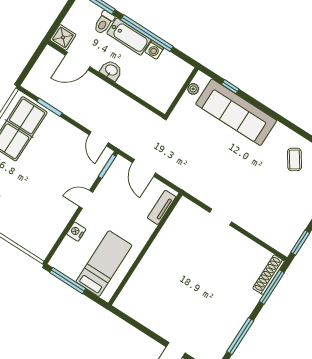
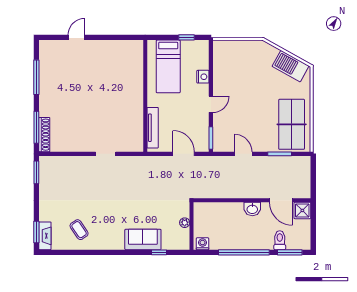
bathtub: (129, 36) -> (255, 242), removed
washing machine: (154, 50) -> (203, 244), moved
door: (78, 61) -> (281, 200), swing flipped
plant: (193, 89) -> (185, 223), moved
sofa: (236, 112) -> (143, 239), width x0.54, depth x0.79
door: (99, 139) -> (243, 154), moved
tv unit: (162, 207) -> (153, 128), width x1.41
window: (68, 281) -> (186, 37), width x0.46

